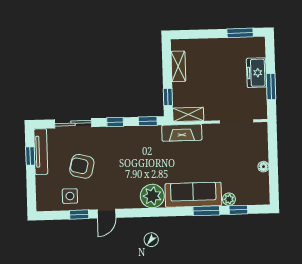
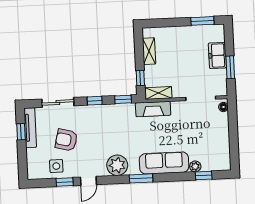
floor lamp: (263, 167) -> (223, 107), moved
plant: (152, 196) -> (117, 165), moved
window: (206, 211) -> (141, 178), moved

